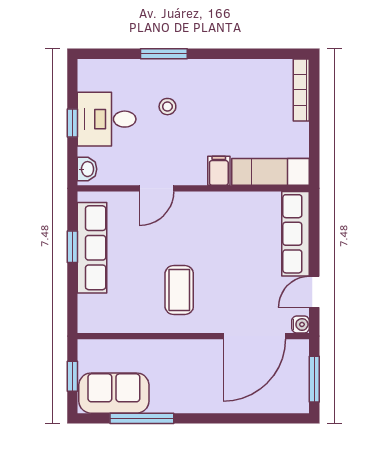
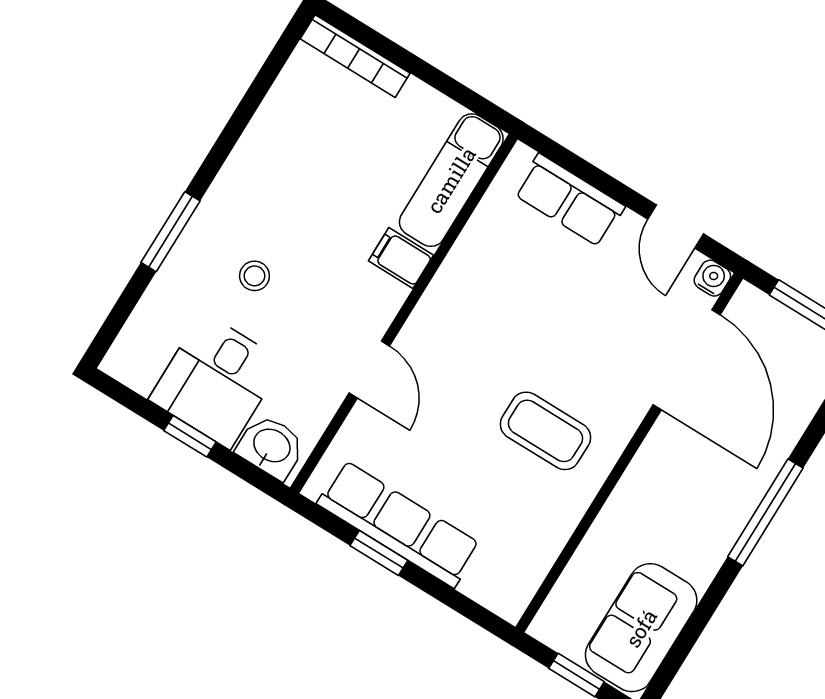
washbasin: (87, 169) -> (271, 447), width x1.38, depth x1.45
row of seats: (296, 234) -> (569, 200), width x0.68
window: (142, 418) -> (765, 512), moved

